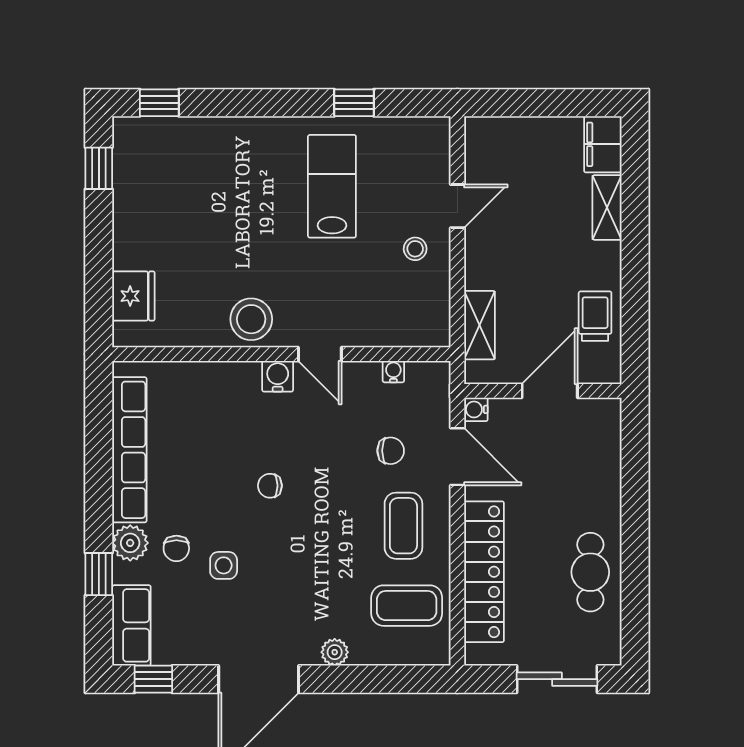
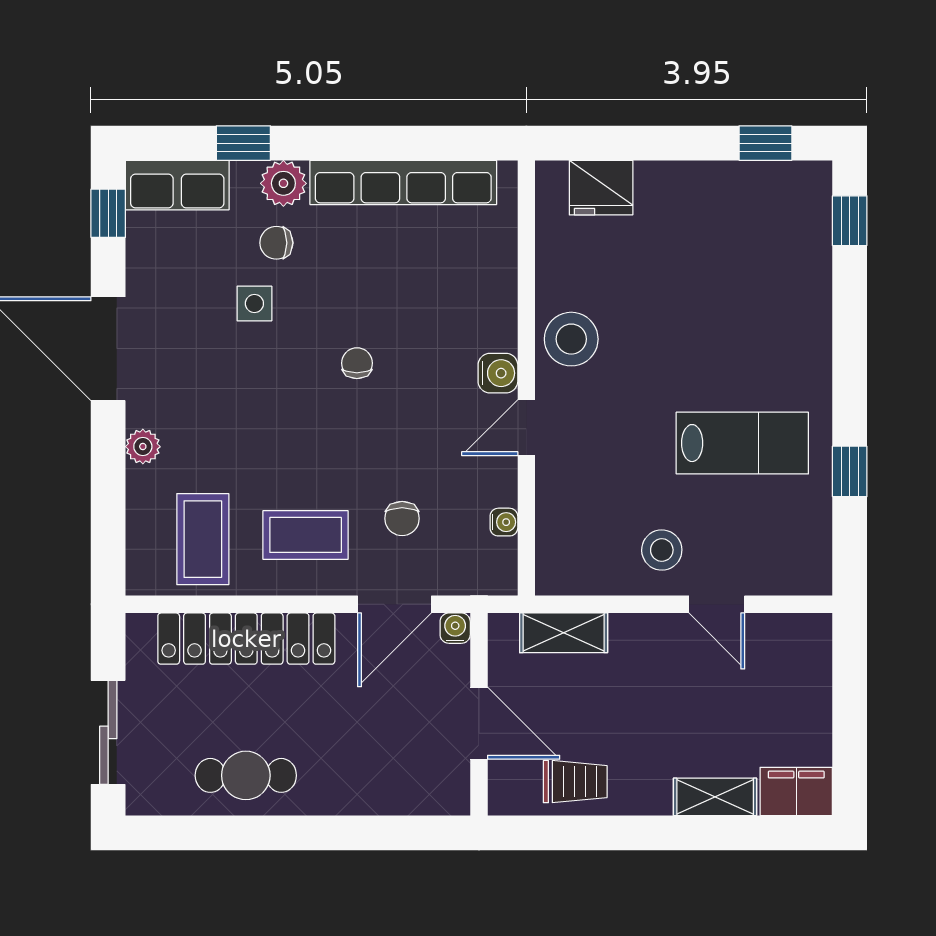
stool: (415, 249) -> (662, 550), width x1.37, depth x1.37

